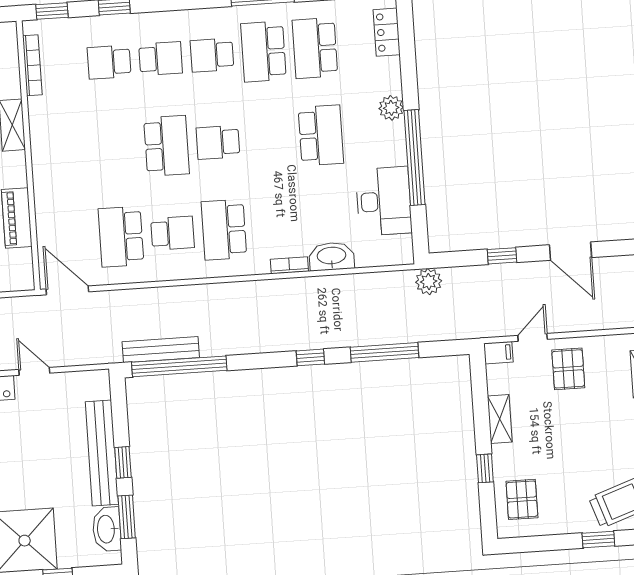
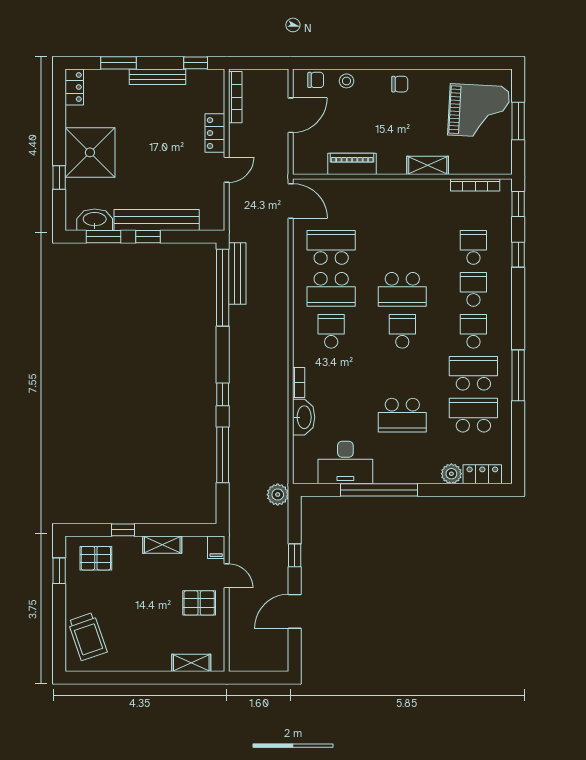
school desk: (161, 59) -> (473, 289), turned 180
plant: (391, 108) -> (451, 474), moved
school desk: (224, 230) -> (331, 331), width x0.54
school desk: (172, 233) -> (331, 289), width x1.85
door: (67, 290) -> (291, 201), hinge flipped
window: (598, 539) -> (59, 571), moved

